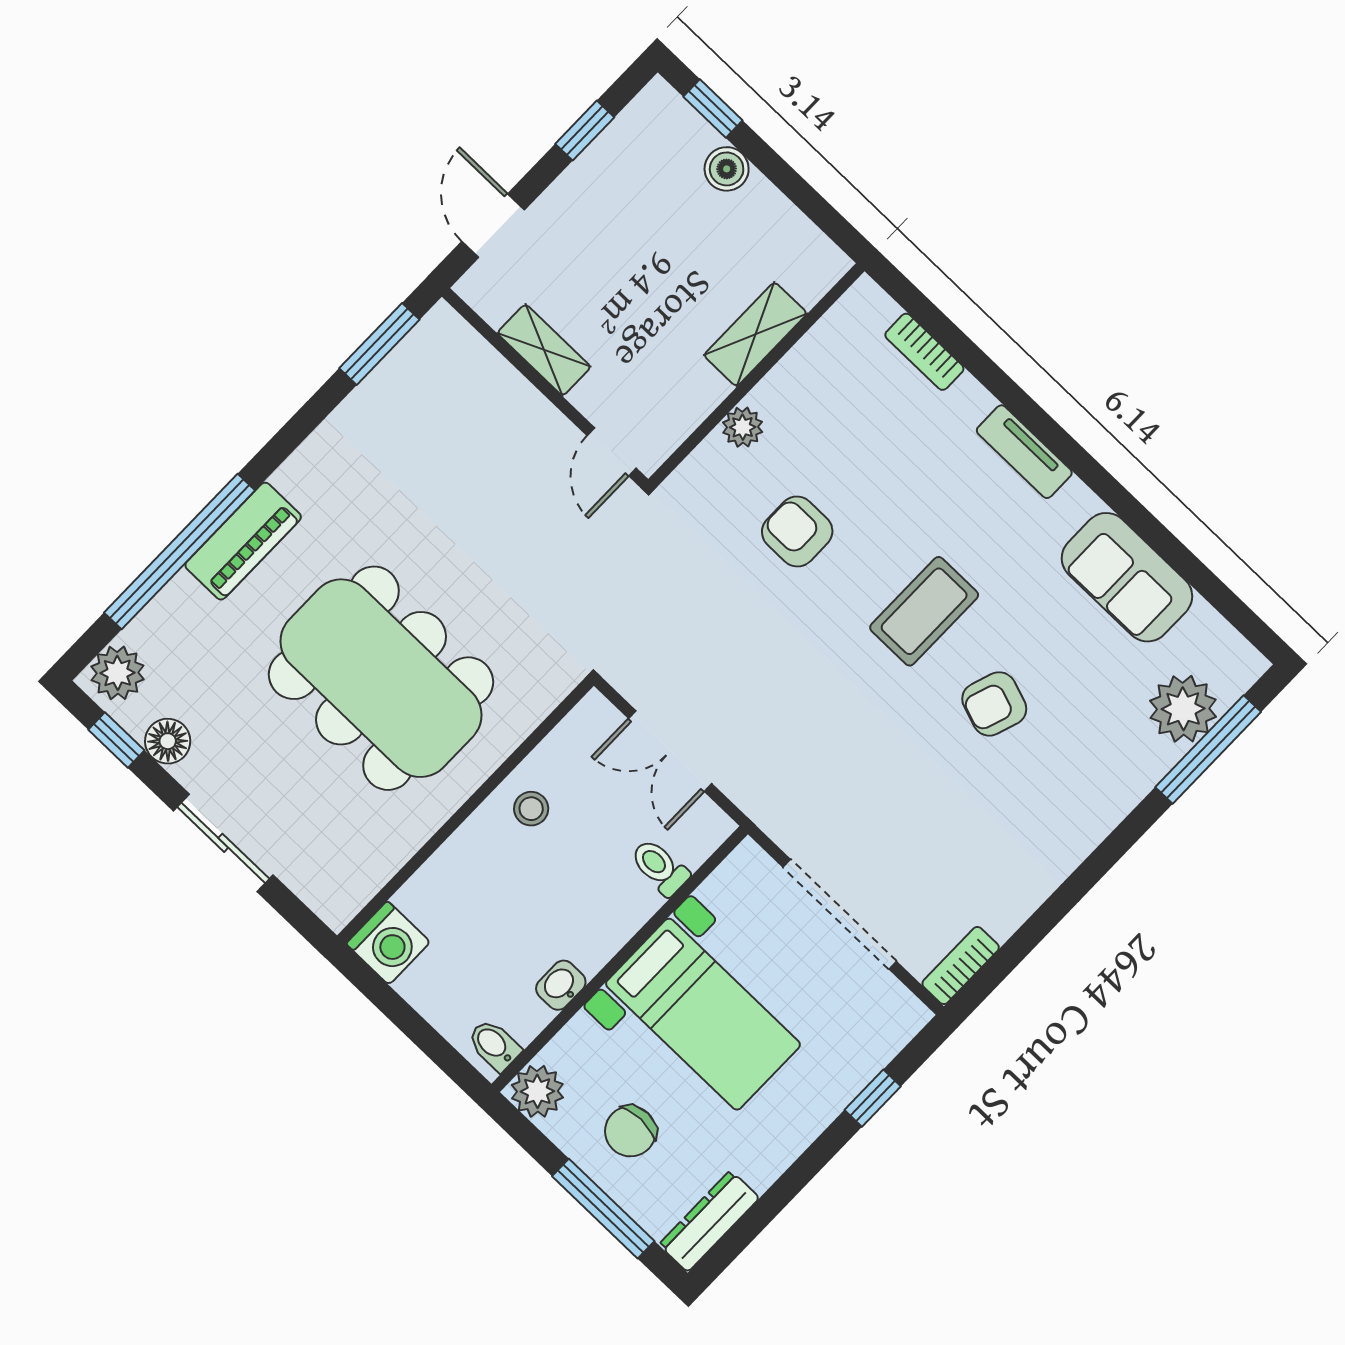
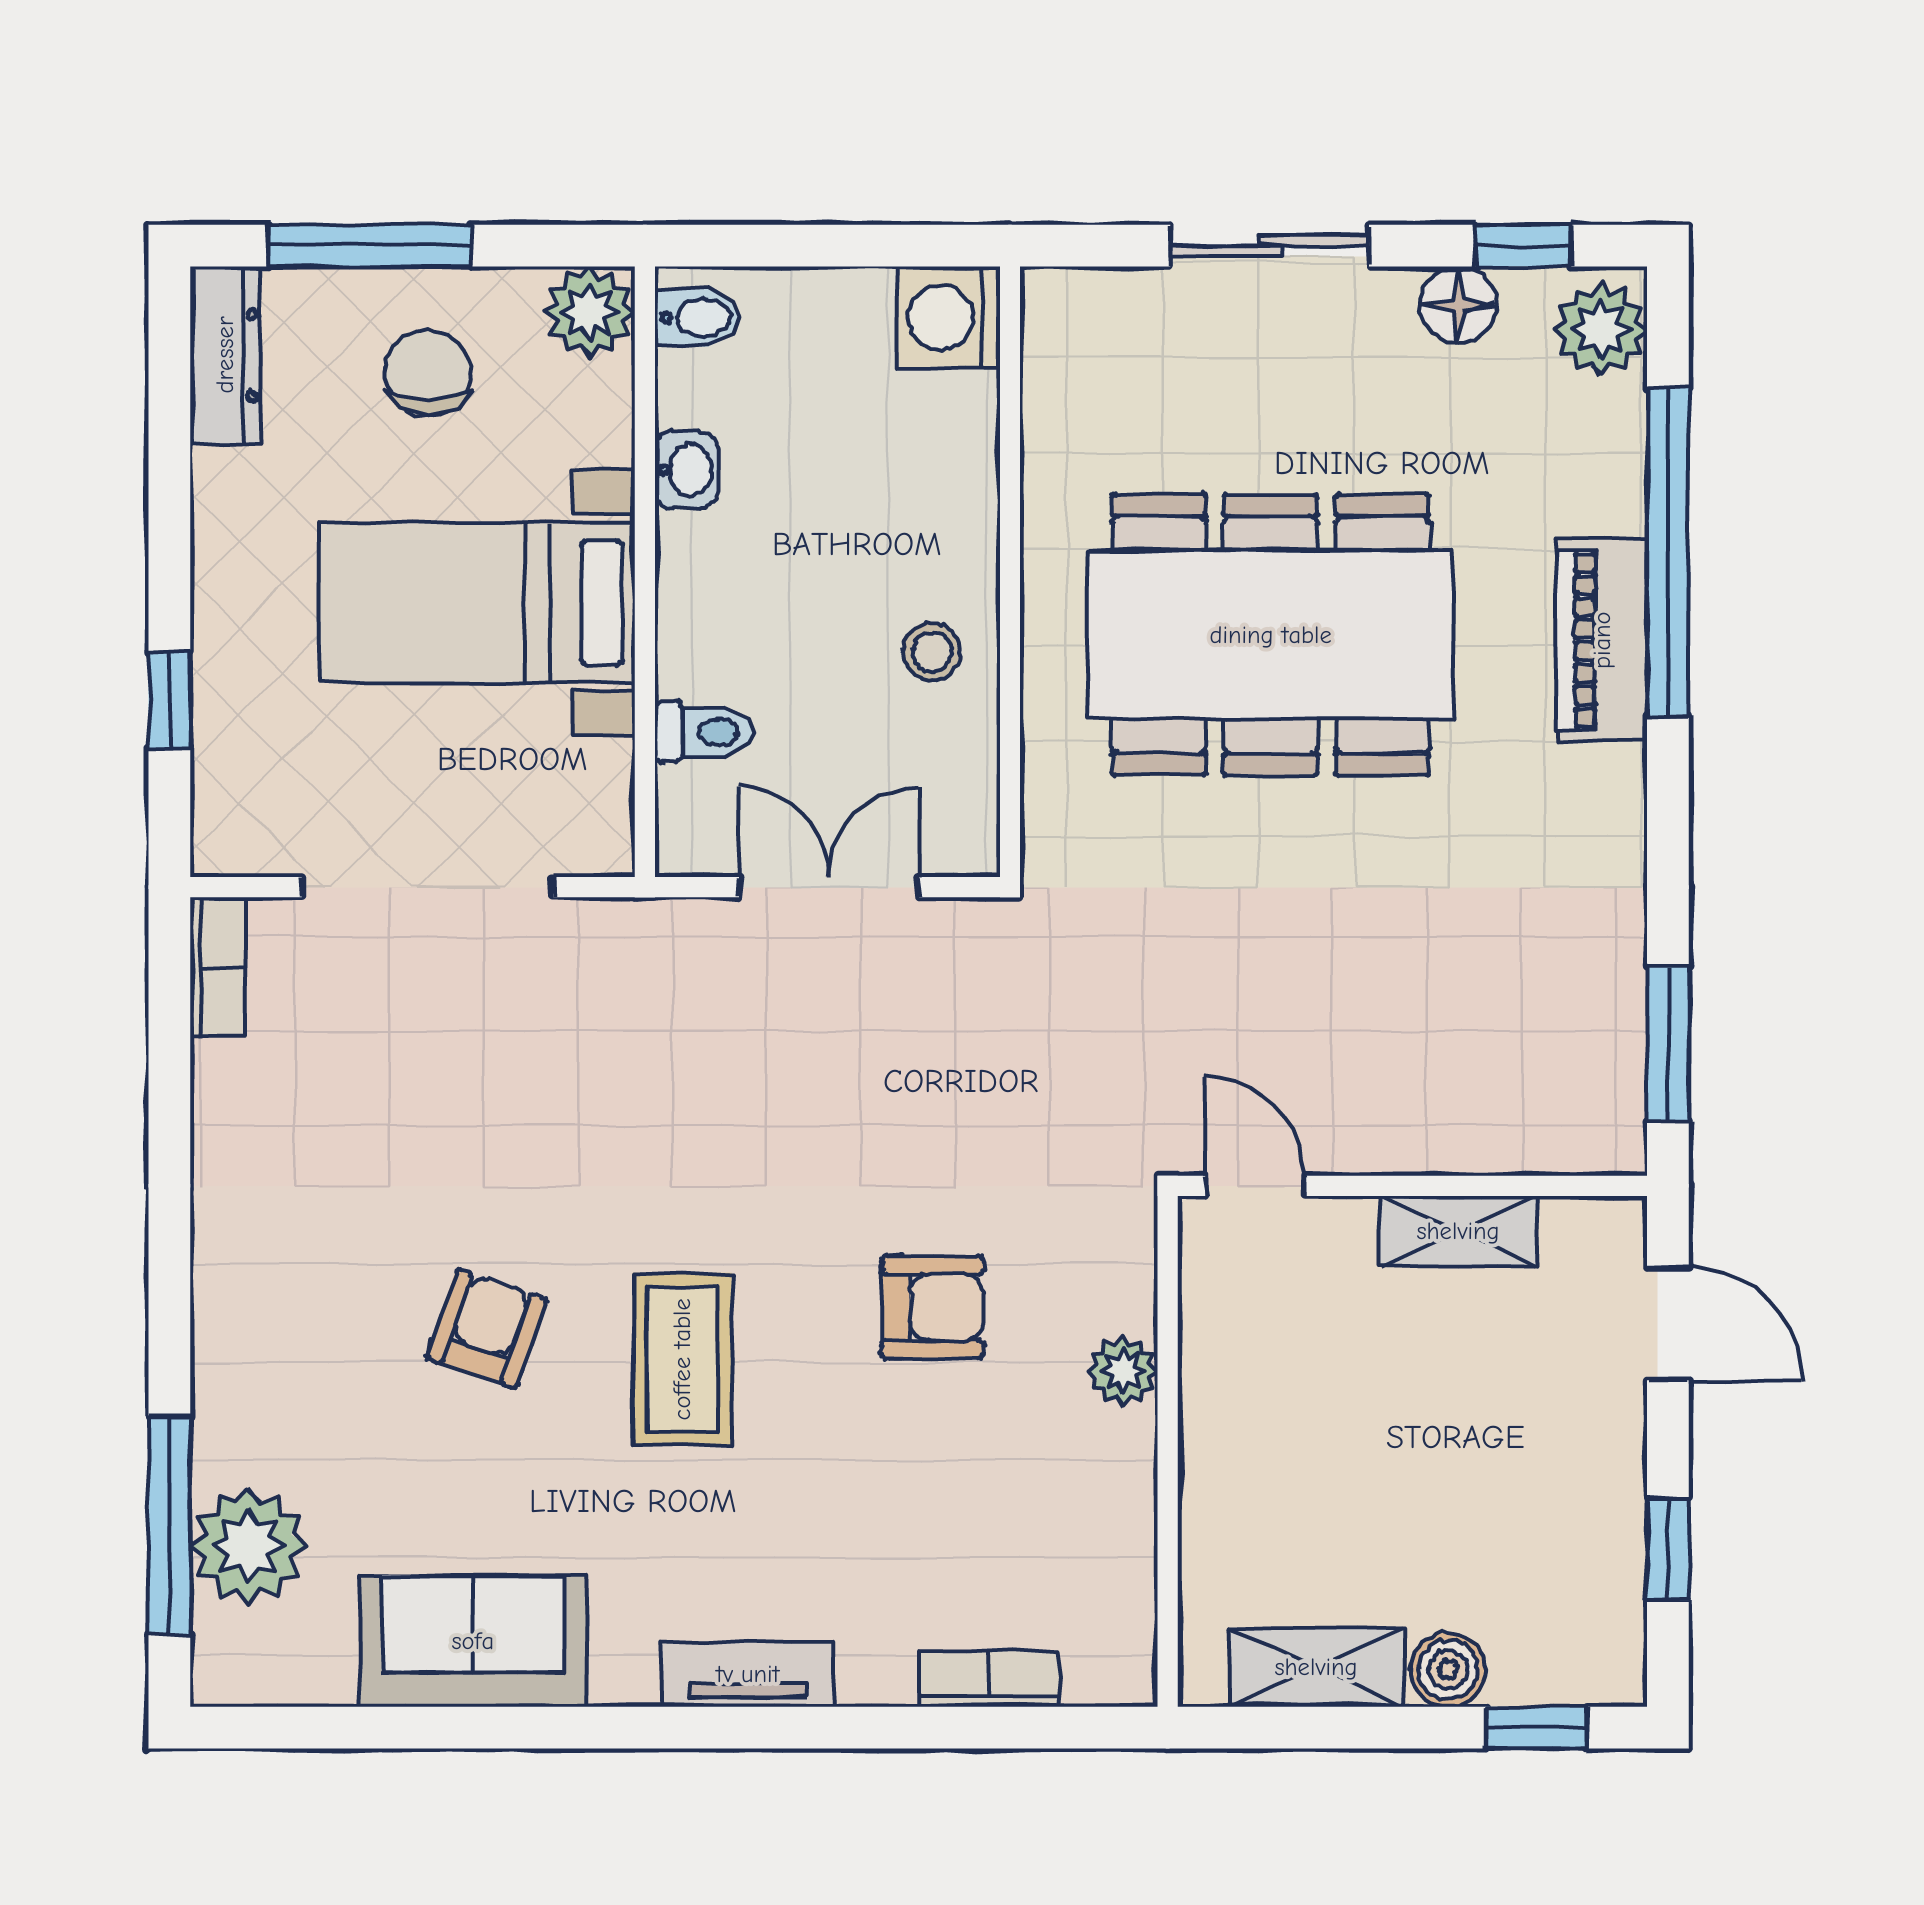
shelving: (755, 334) -> (1316, 1667), moved, turned 90

